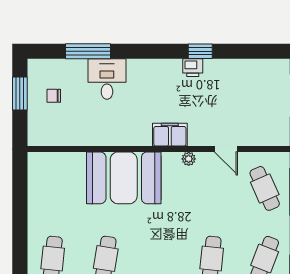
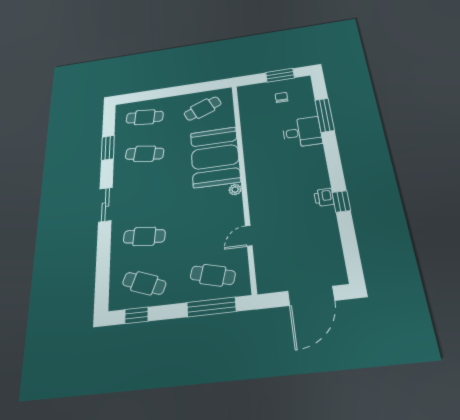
filing cabinet: (170, 135) -> (258, 187), removed
plant: (189, 159) -> (235, 190), moved
cafe table: (53, 188) -> (203, 109), added
cafe table: (265, 188) -> (213, 275), turned 39

